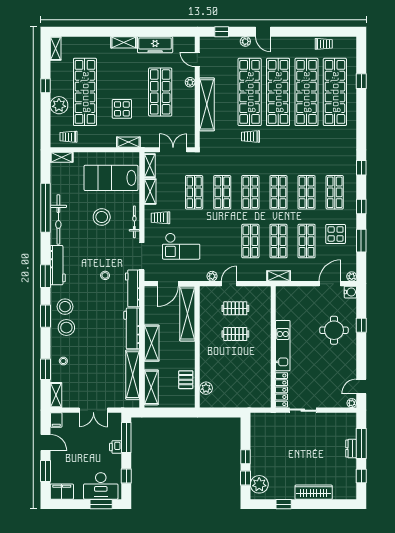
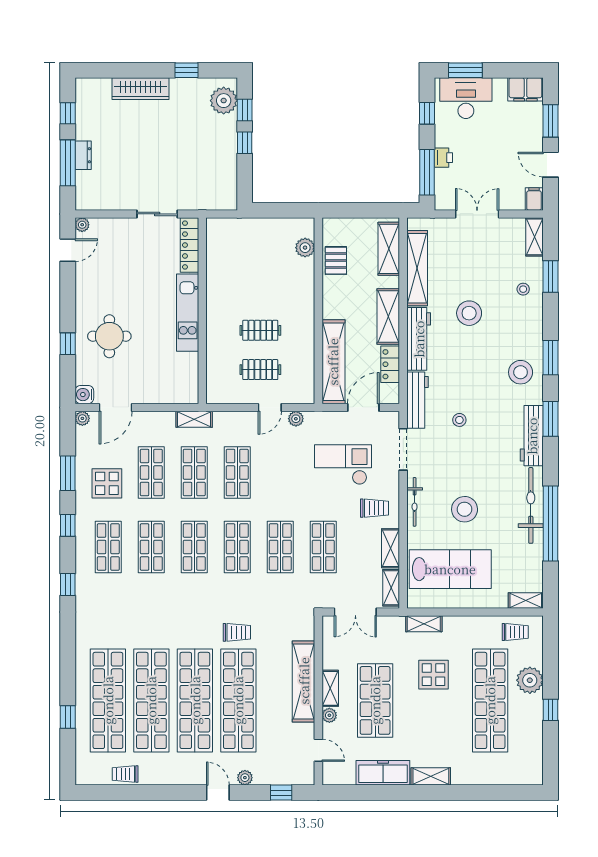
shelving: (56, 48) -> (330, 688), moved
locker: (150, 312) -> (390, 364), added
stool: (66, 328) -> (469, 313), moved

